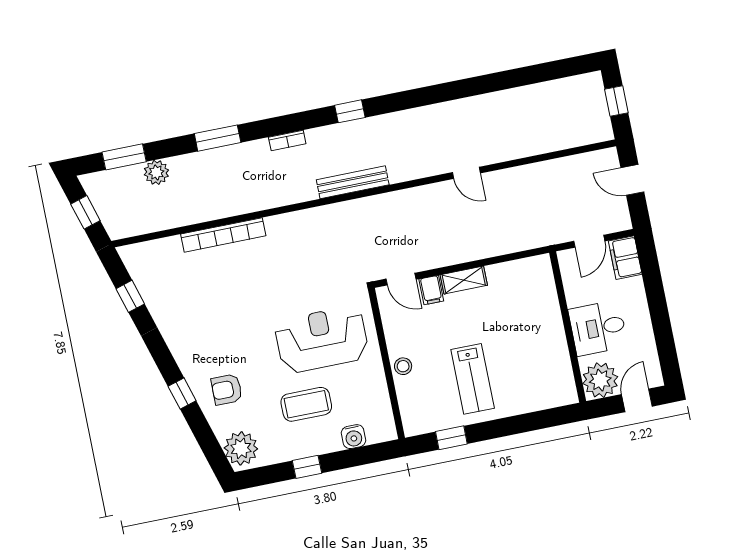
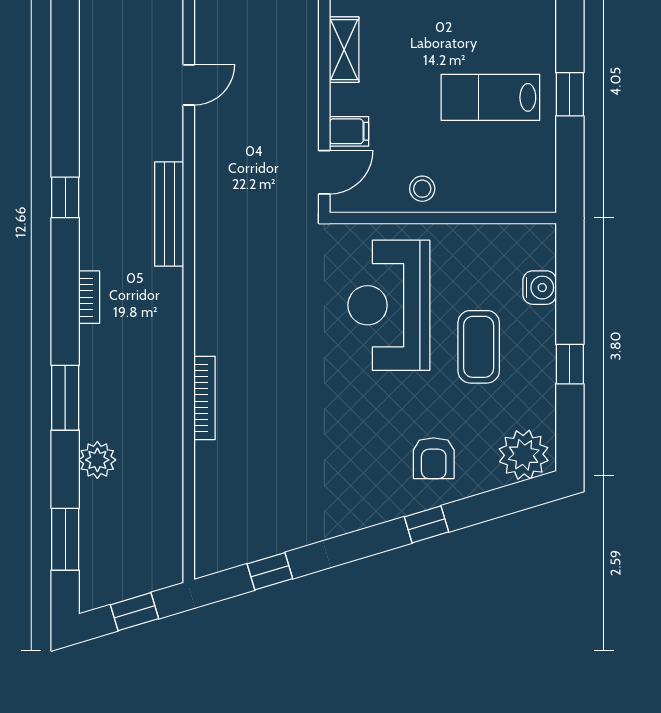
plant: (156, 172) -> (97, 460), moved
door: (466, 173) -> (189, 85), moved
bookcase: (223, 235) -> (205, 398), width x0.68, depth x0.76
shelving: (464, 280) -> (344, 50), moved
stool: (403, 366) -> (422, 189), moved
lab bench: (473, 379) -> (490, 97), turned 180
window: (451, 438) -> (570, 94), moved

